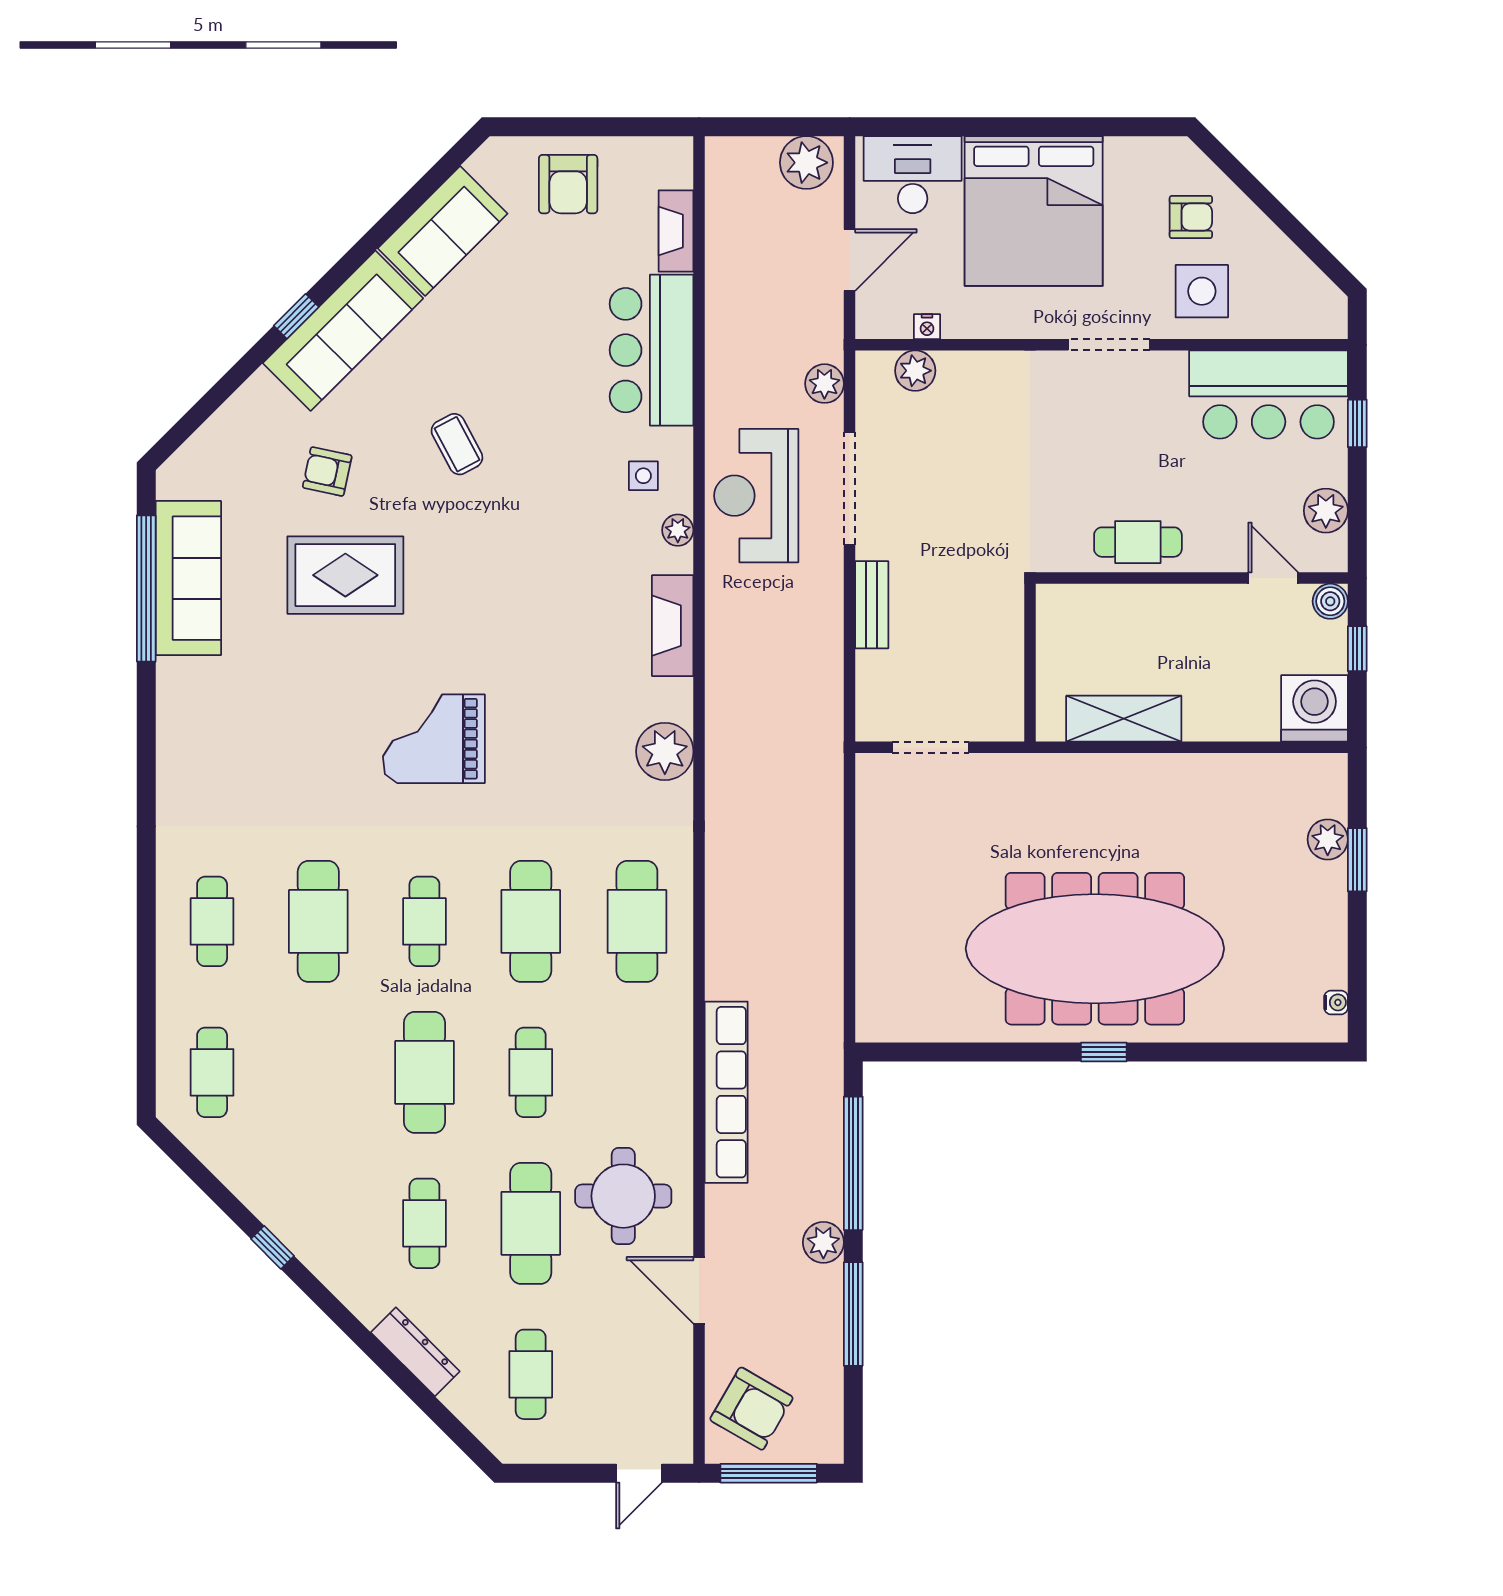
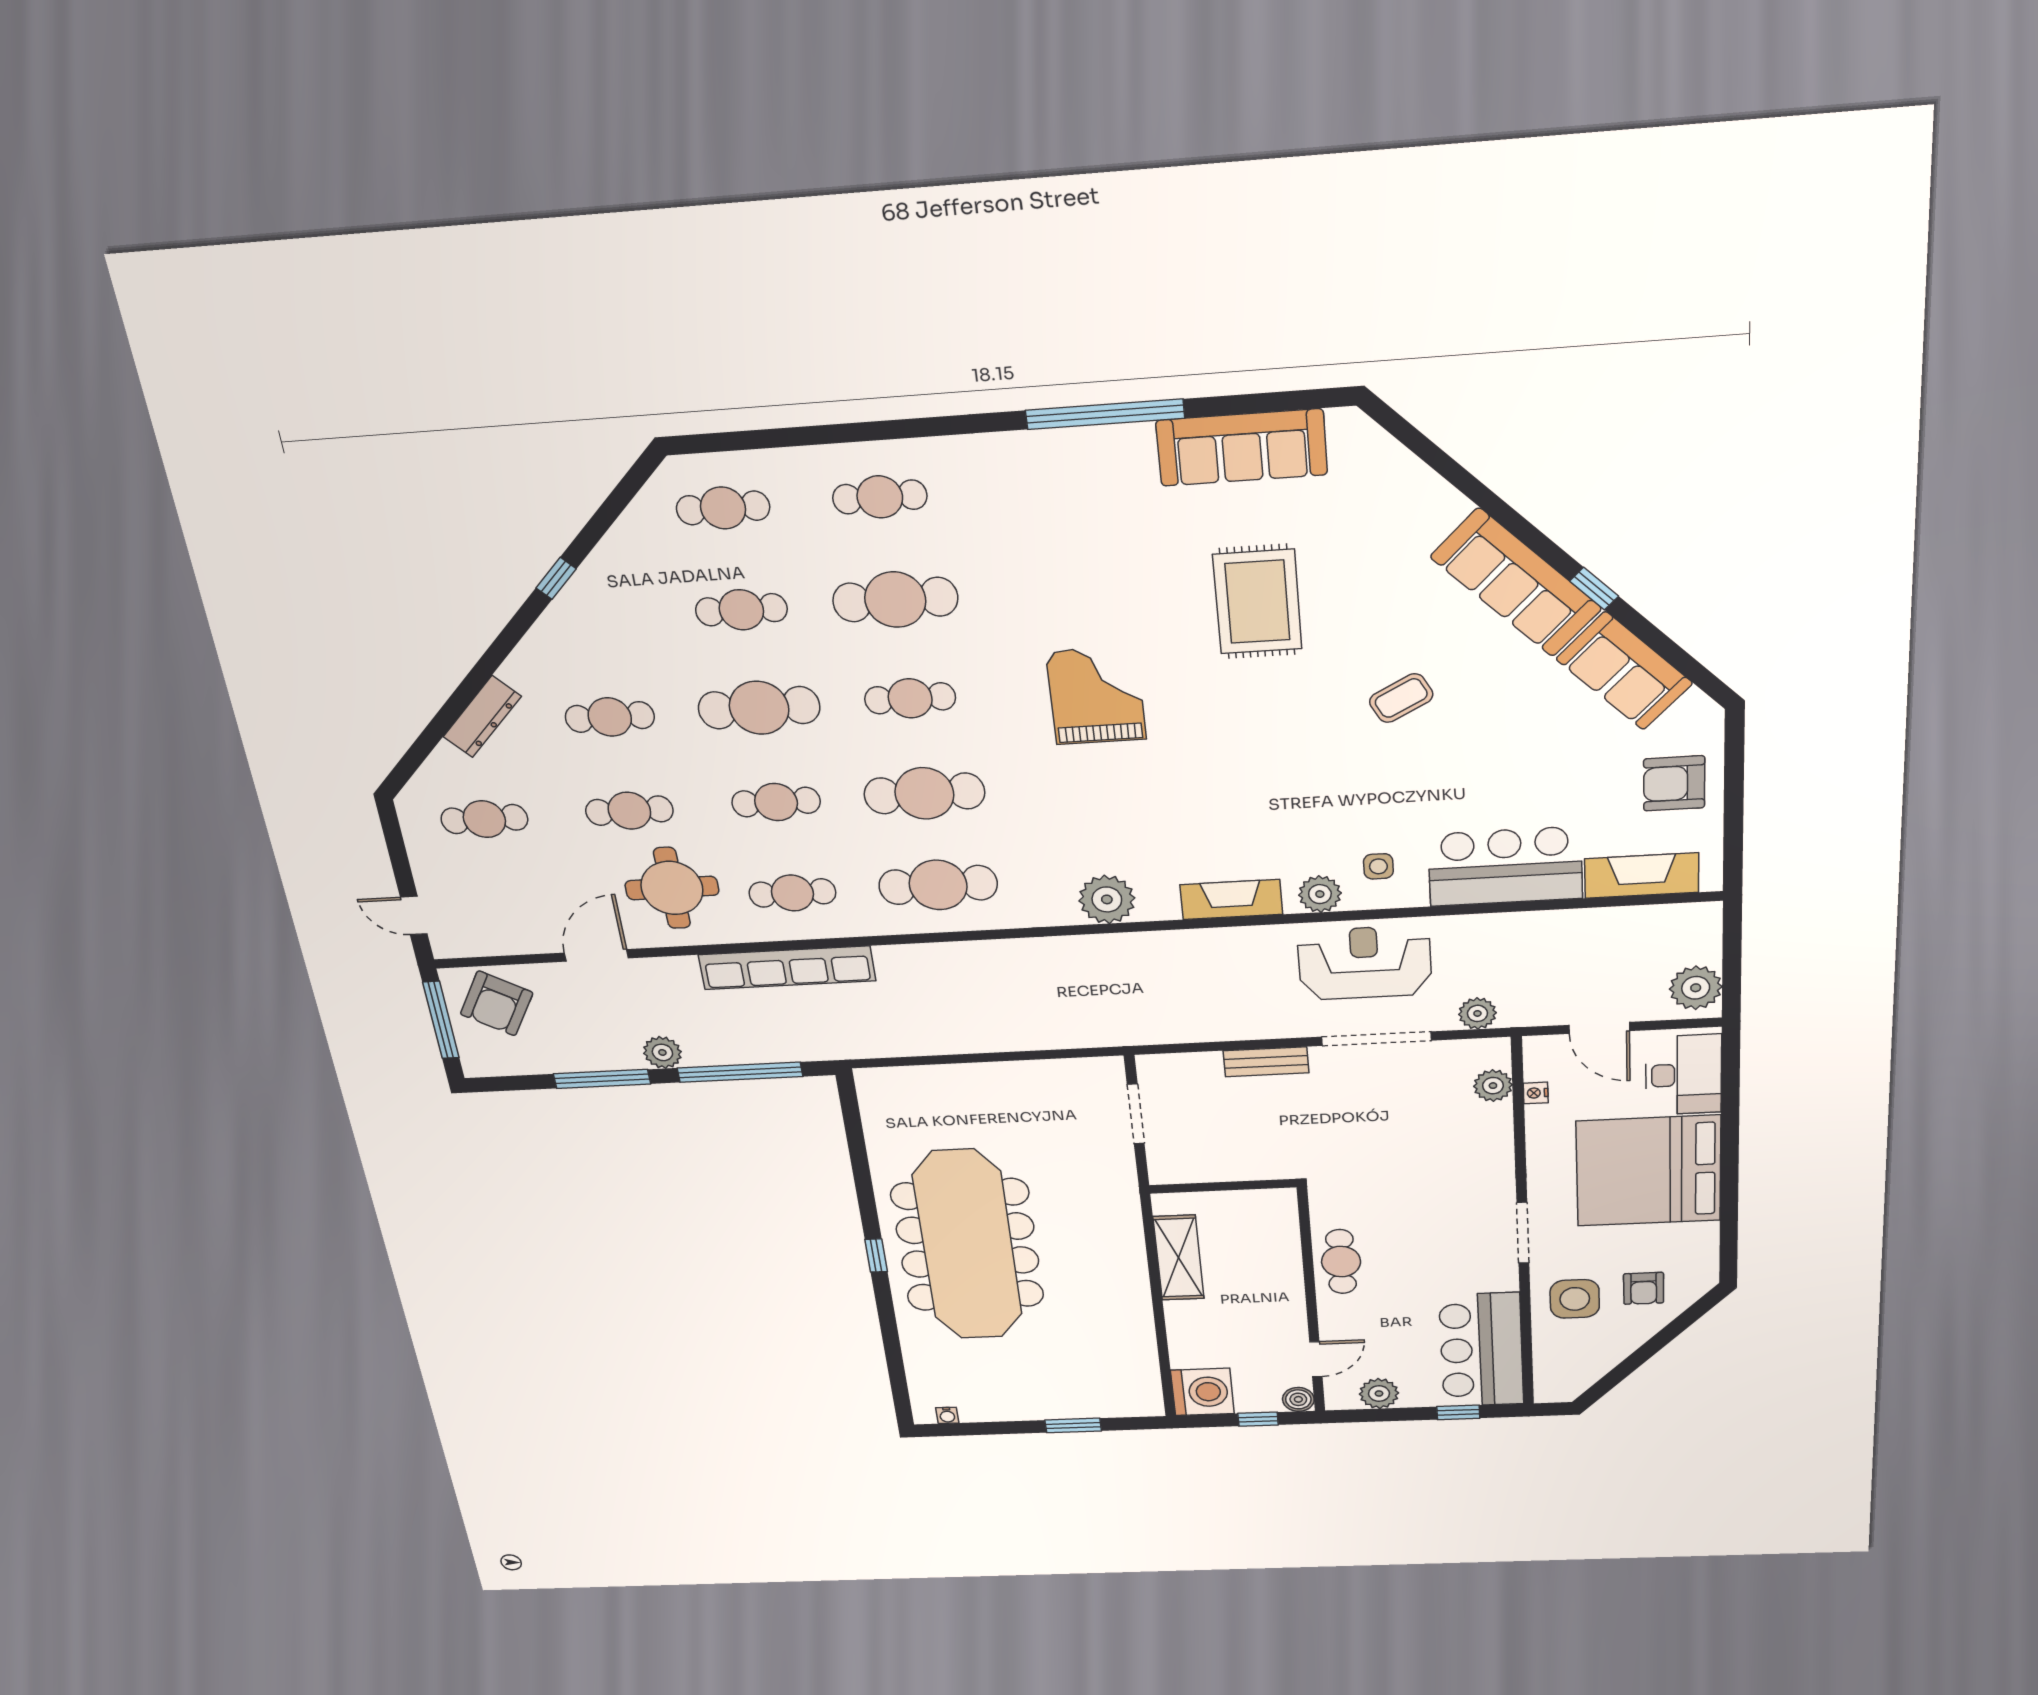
fireplace: (676, 231) -> (1642, 876), width x1.37, depth x1.32
window: (296, 316) -> (1594, 589), moved
armchair: (327, 472) -> (1365, 577), removed
plant: (678, 530) -> (1320, 894), width x1.38, depth x1.38
window: (146, 588) -> (1105, 414), moved
plant: (1328, 839) -> (1088, 1405), removed
cafe table: (318, 1072) -> (741, 610), added
cafe table: (637, 1072) -> (792, 893), added
cafe table: (531, 1223) -> (629, 811), width x0.73, depth x0.74

